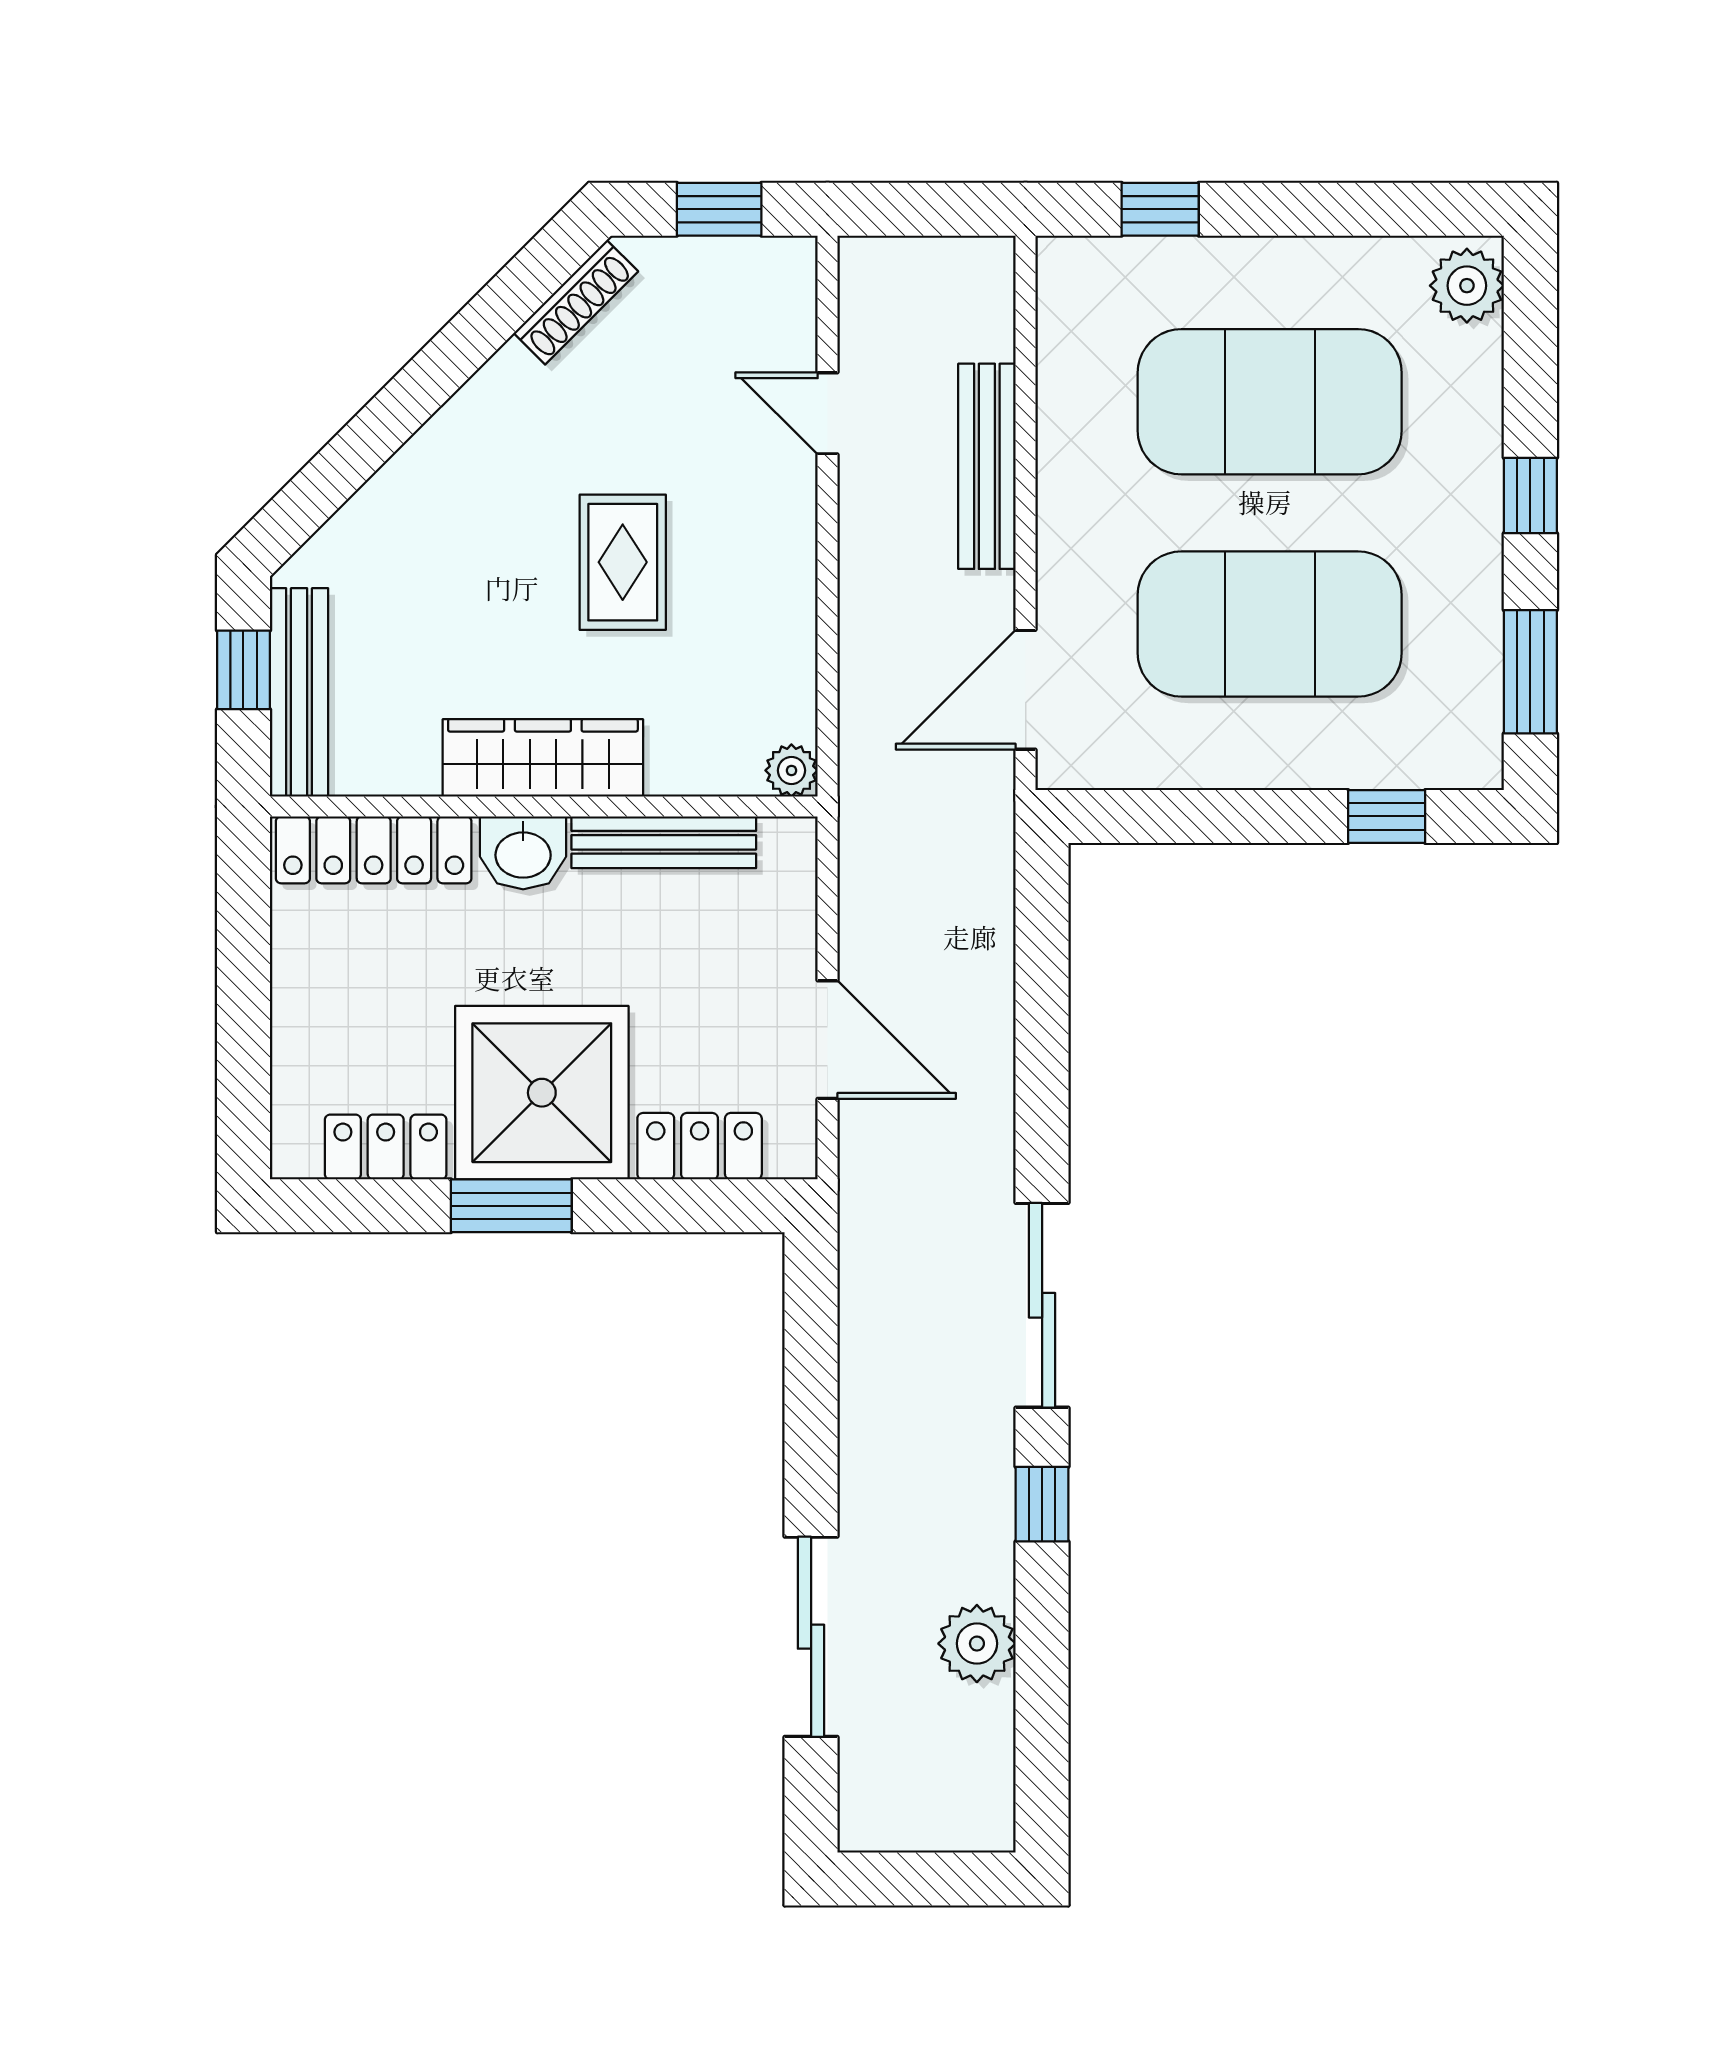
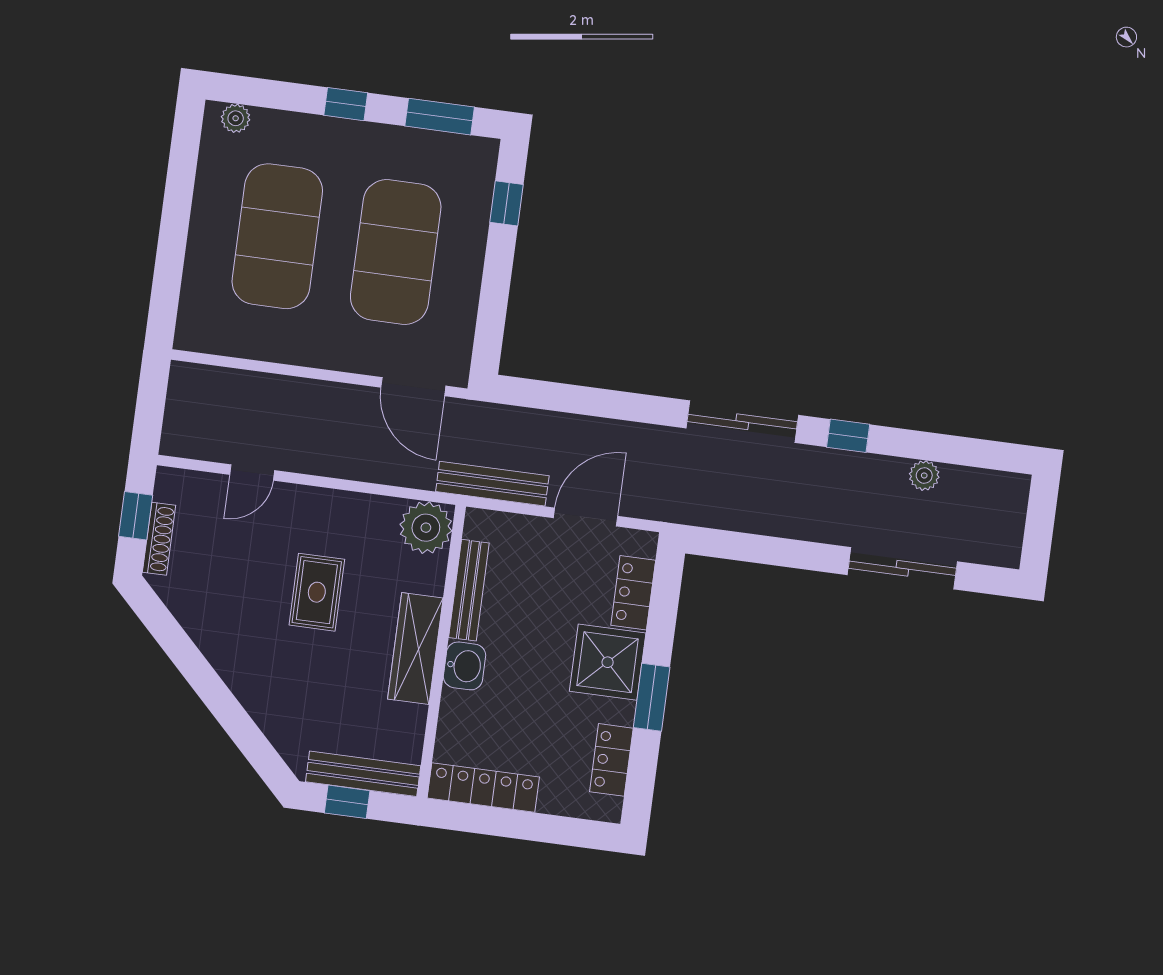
window: (1160, 209) -> (167, 281), removed
plant: (1467, 286) -> (236, 118), width x0.73, depth x0.73
shoe rack: (576, 302) -> (159, 539), moved, turned 45
bench: (987, 466) -> (492, 484), moved
rug: (623, 562) -> (317, 592), turned 90
plant: (791, 770) -> (426, 528), width x1.88, depth x1.88
locker: (374, 850) -> (483, 788), moved, turned -90
shower: (542, 1093) -> (608, 662), width x0.73, depth x0.73
plant: (977, 1644) -> (924, 476), width x0.73, depth x0.73

